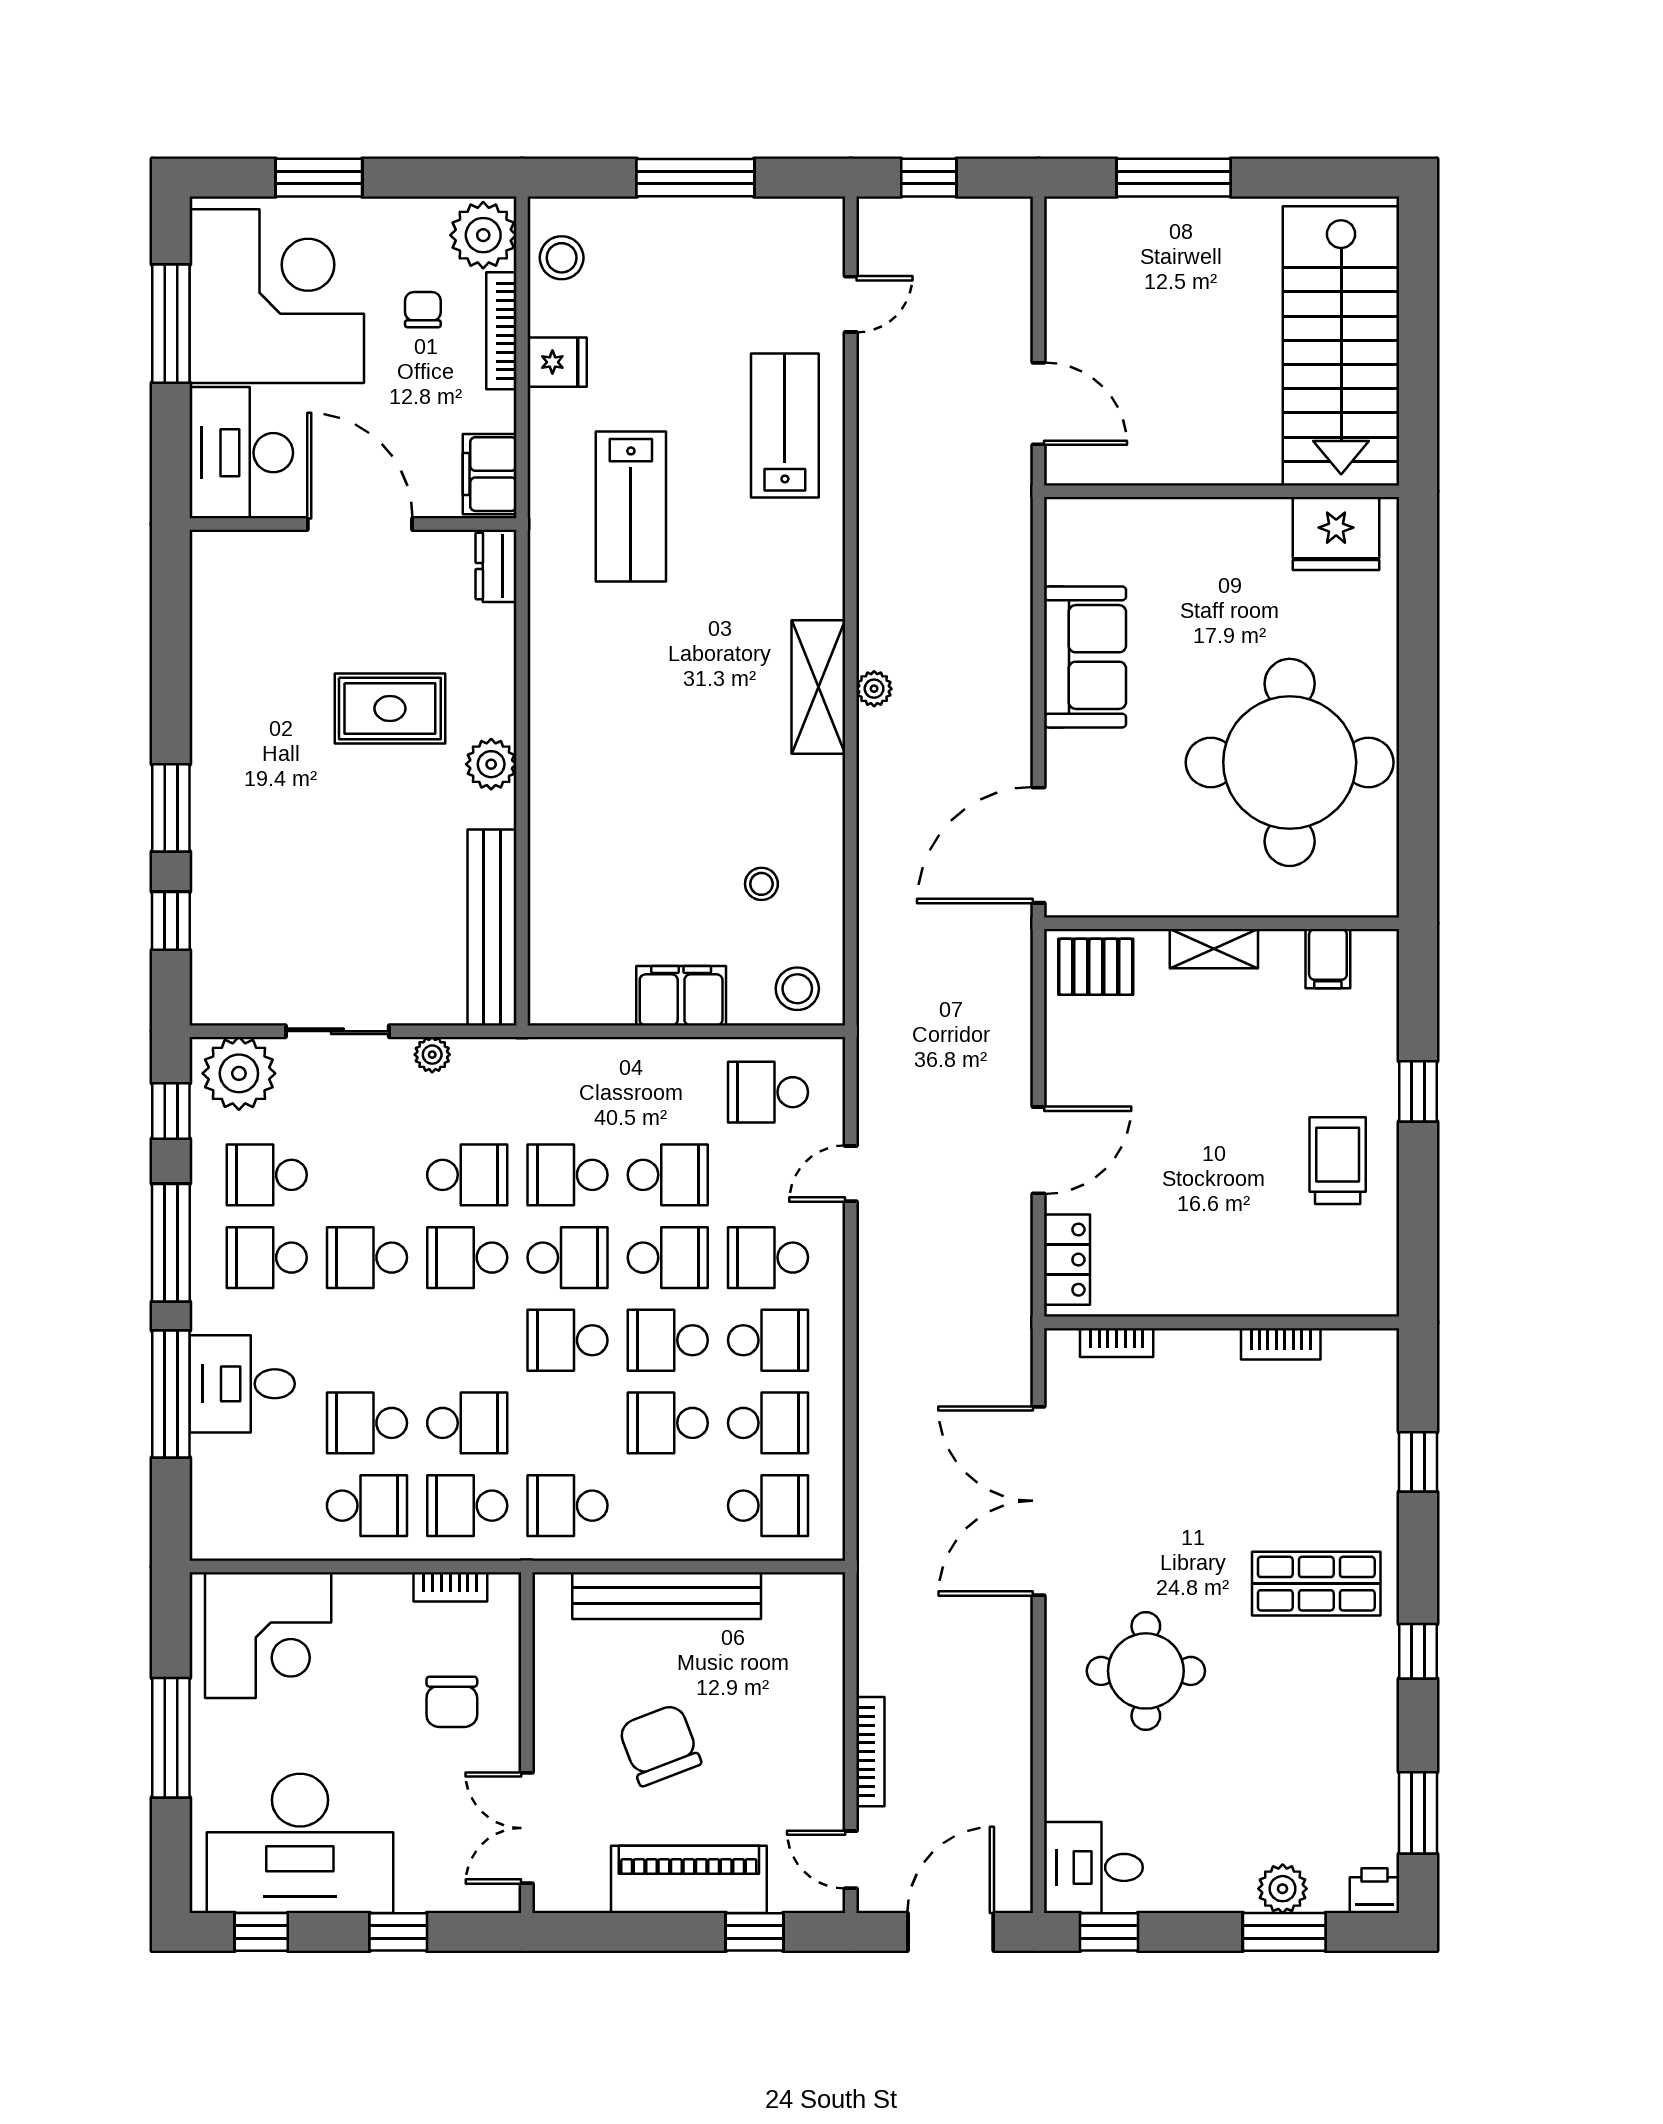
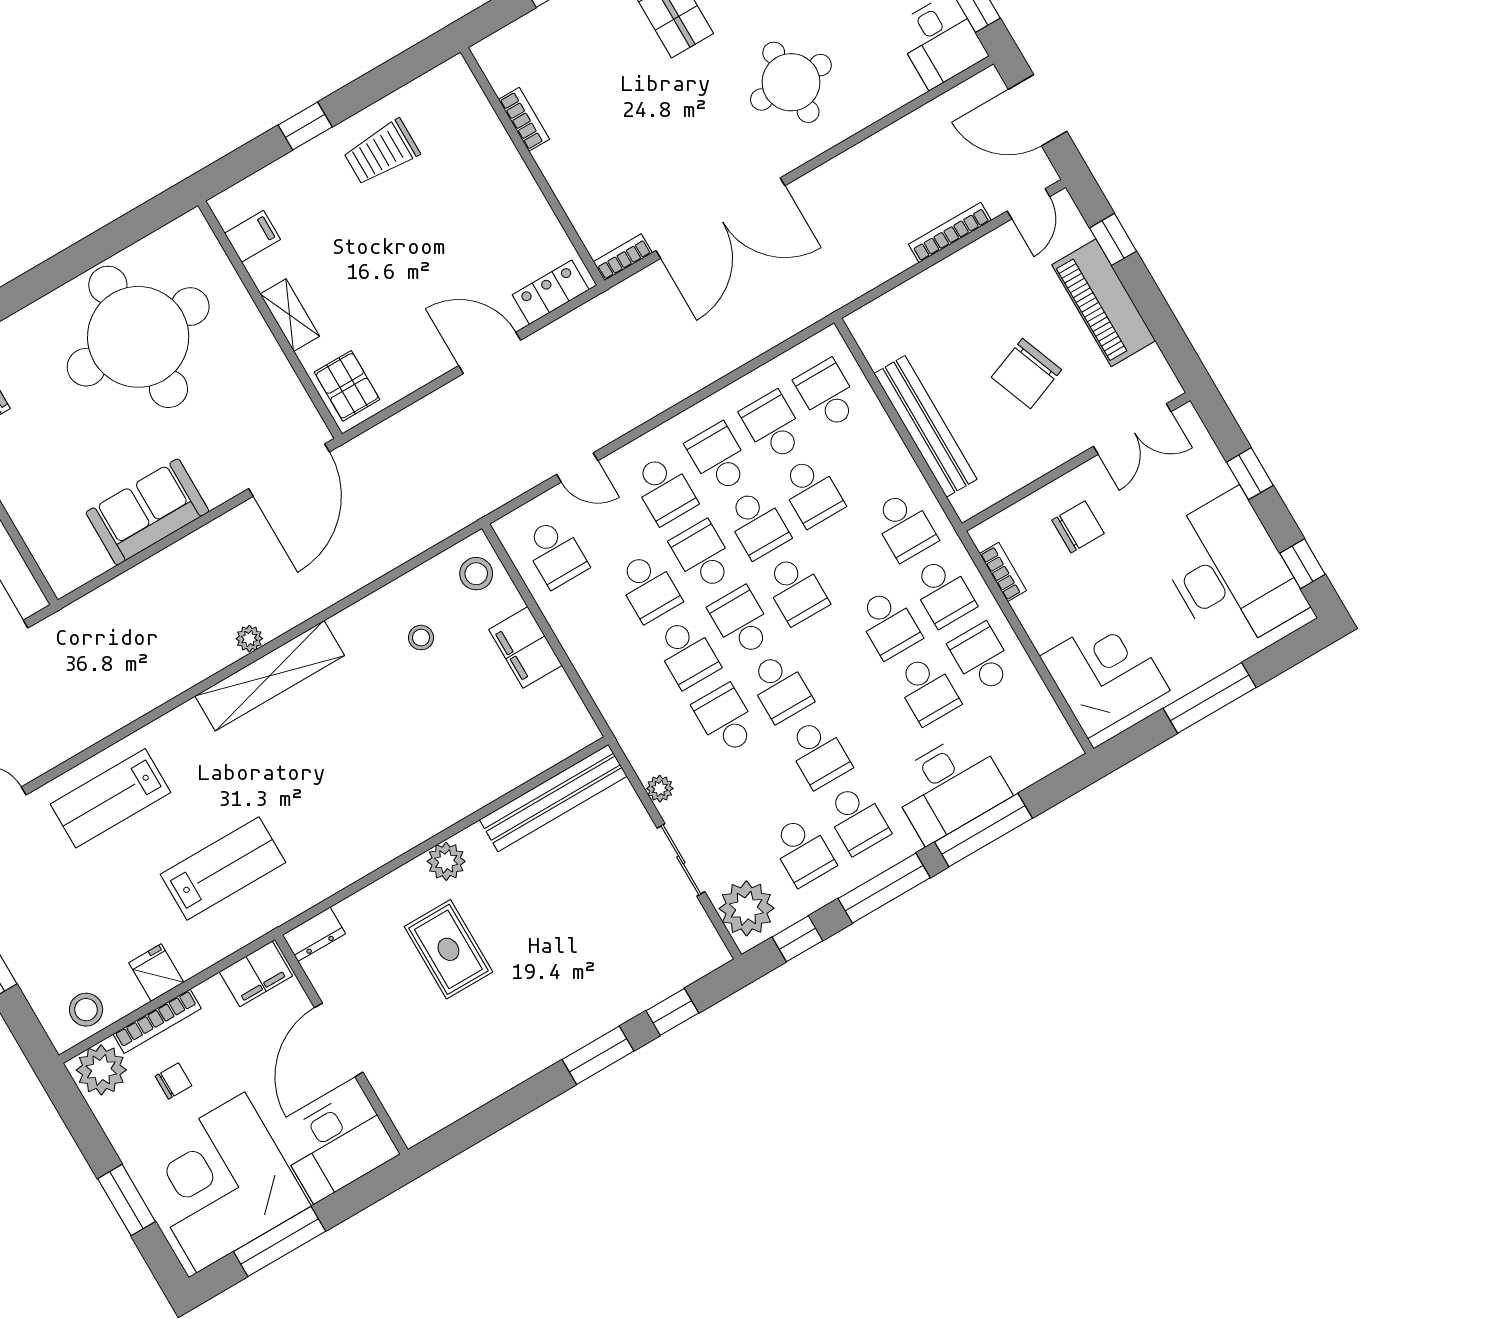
chair: (423, 310) -> (173, 1081), turned 180
shelving: (818, 687) -> (270, 676), width x1.47
door: (1039, 845) -> (289, 470), hinge flipped
school desk: (668, 1175) -> (648, 587), turned 180
bookcase: (1117, 1343) -> (623, 257), moved, turned -90
desk: (242, 1384) -> (949, 787), width x1.37
school desk: (467, 1423) -> (889, 624), turned 180

